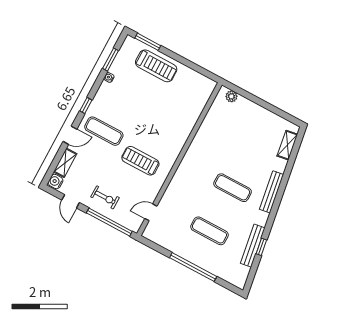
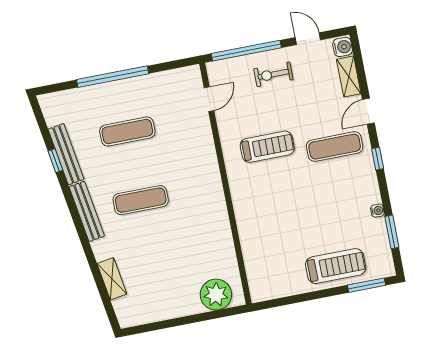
treadmill: (156, 66) -> (336, 266), turned 180
plant: (231, 96) -> (216, 295), width x1.87, depth x1.87
shelving: (287, 145) -> (112, 279), moved
bench: (271, 192) -> (87, 211), moved

